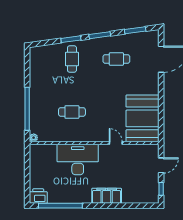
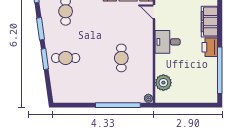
door: (116, 143) -> (154, 12), hinge flipped
plant: (48, 152) -> (163, 83), added
desk: (78, 160) -> (168, 42), width x0.53, depth x0.77
printer: (38, 196) -> (210, 47), moved

